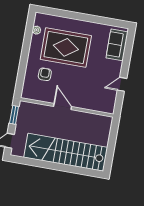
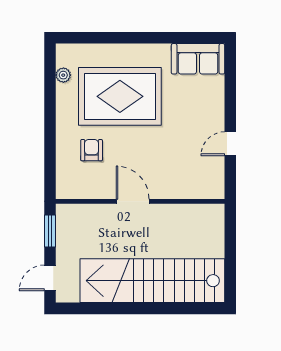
sofa: (117, 45) -> (198, 59), moved, turned -90

